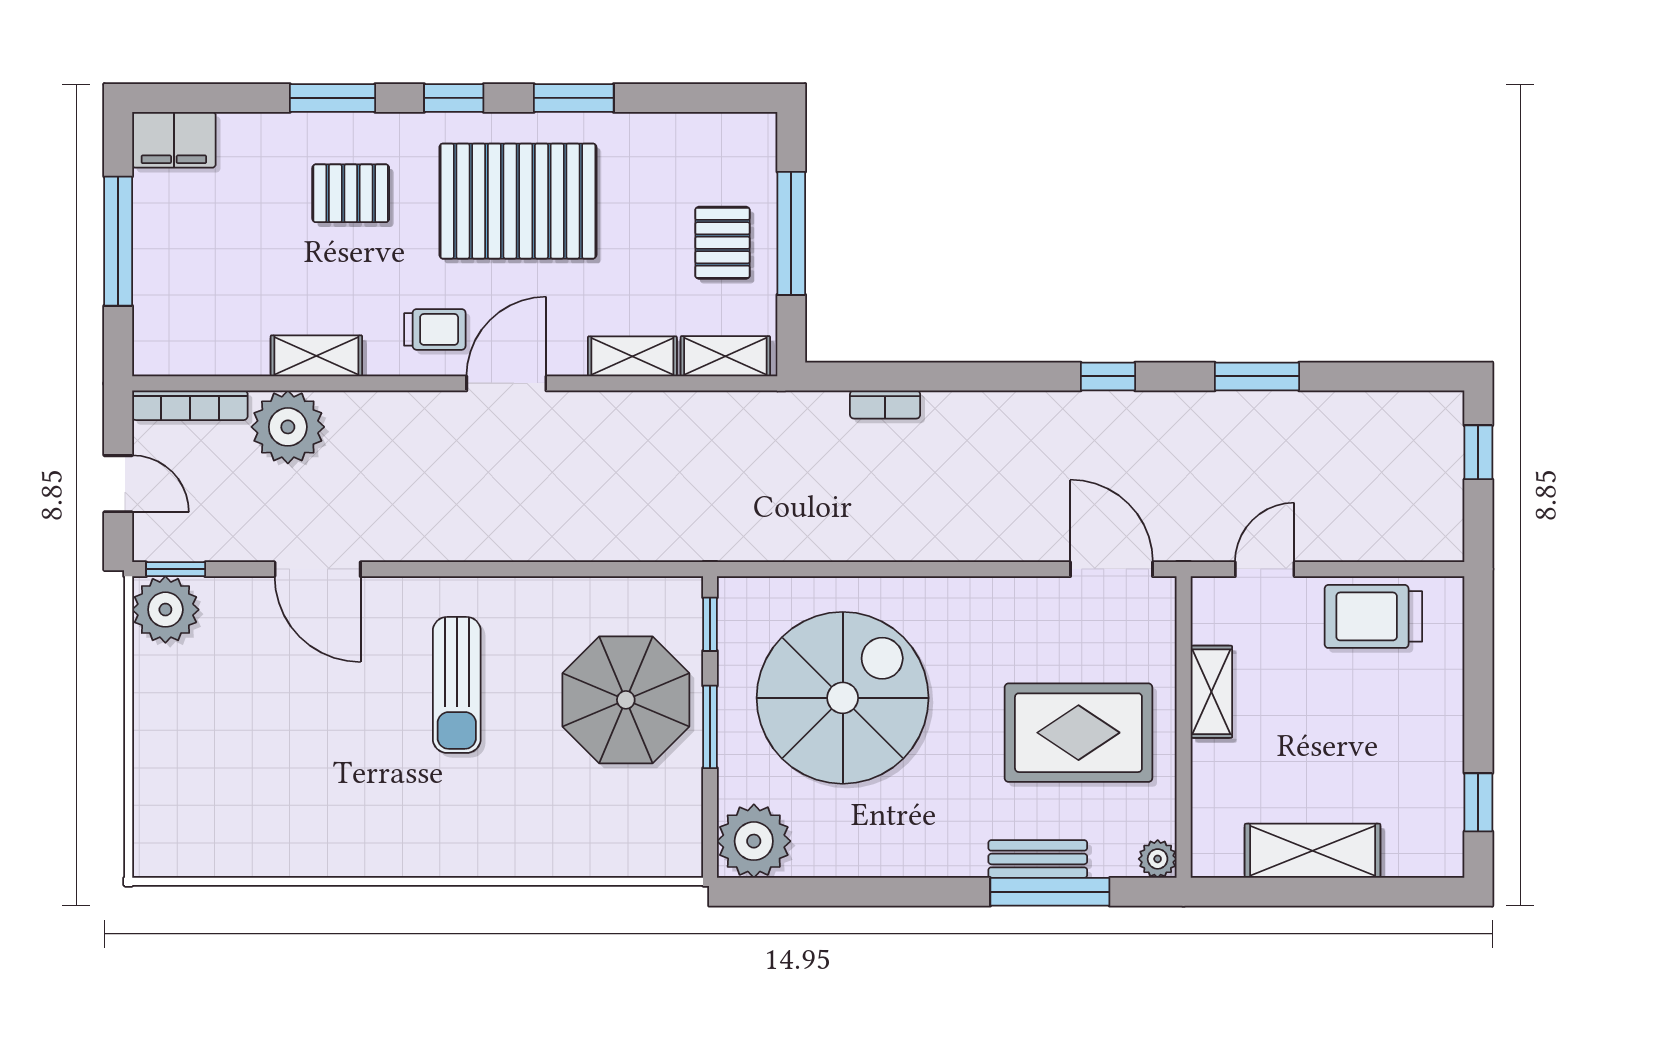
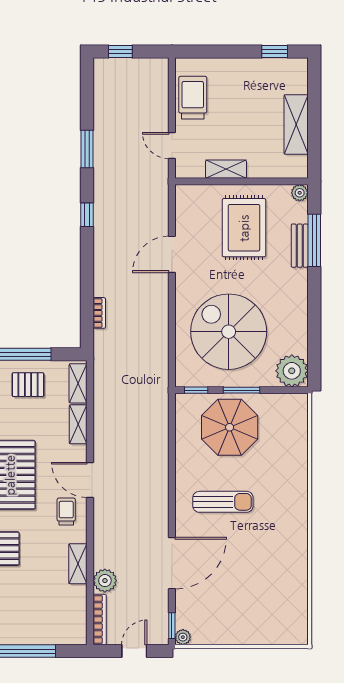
plant: (288, 427) -> (105, 581), width x0.73, depth x0.73
door: (318, 569) -> (172, 563), width x1.36
door: (1112, 569) -> (172, 254), moved
plant: (165, 610) -> (183, 637), width x0.53, depth x0.53
trolley: (1373, 616) -> (193, 98), turned 180

